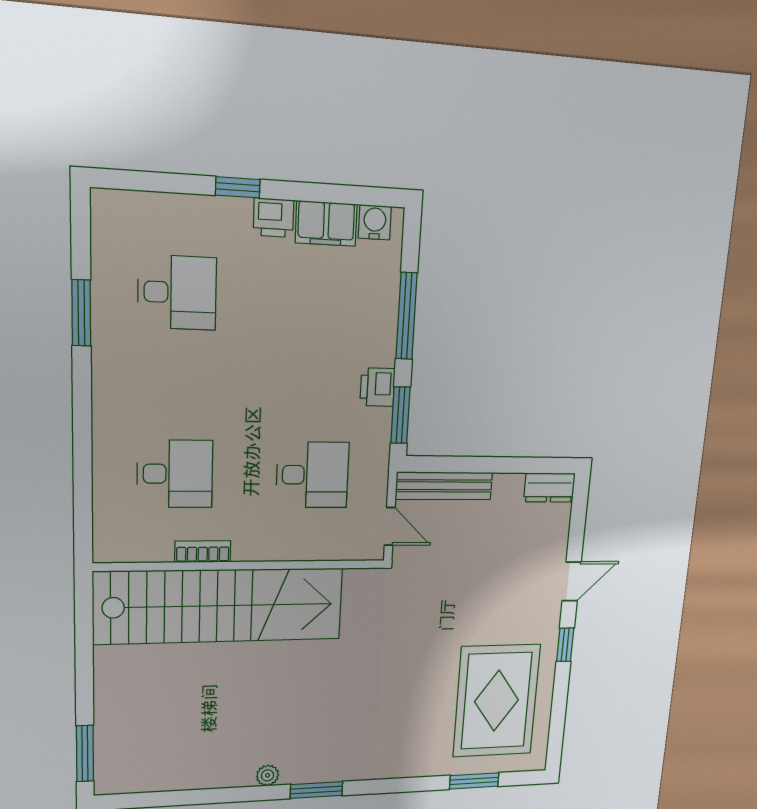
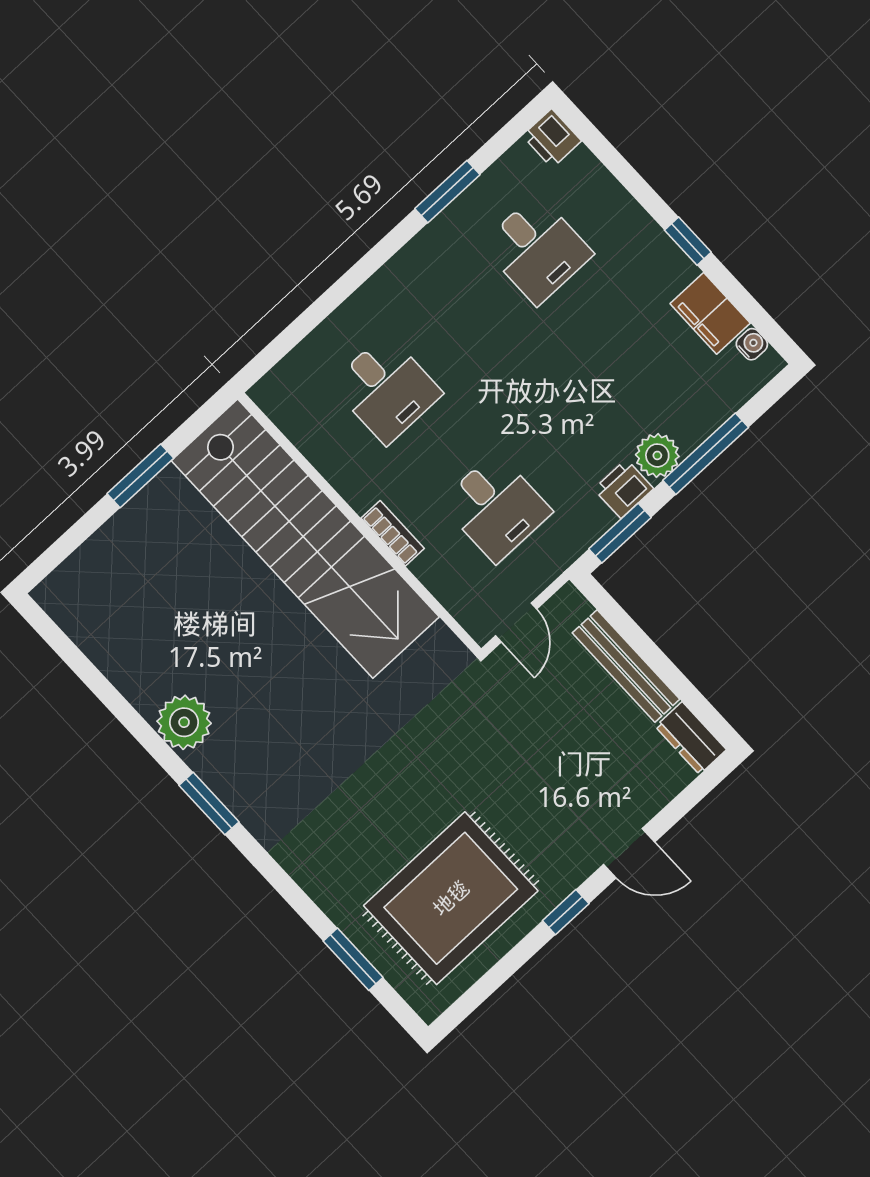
window: (238, 187) -> (688, 241), moved
printer: (274, 218) -> (552, 138), moved
water cooler: (375, 222) -> (752, 344), width x0.72, depth x0.72
plant: (378, 347) -> (657, 455), added
bench: (444, 486) -> (626, 666), moved
bookcase: (203, 552) -> (393, 533), moved
window: (85, 753) -> (140, 476), moved
plant: (268, 775) -> (184, 722), width x1.87, depth x1.87

